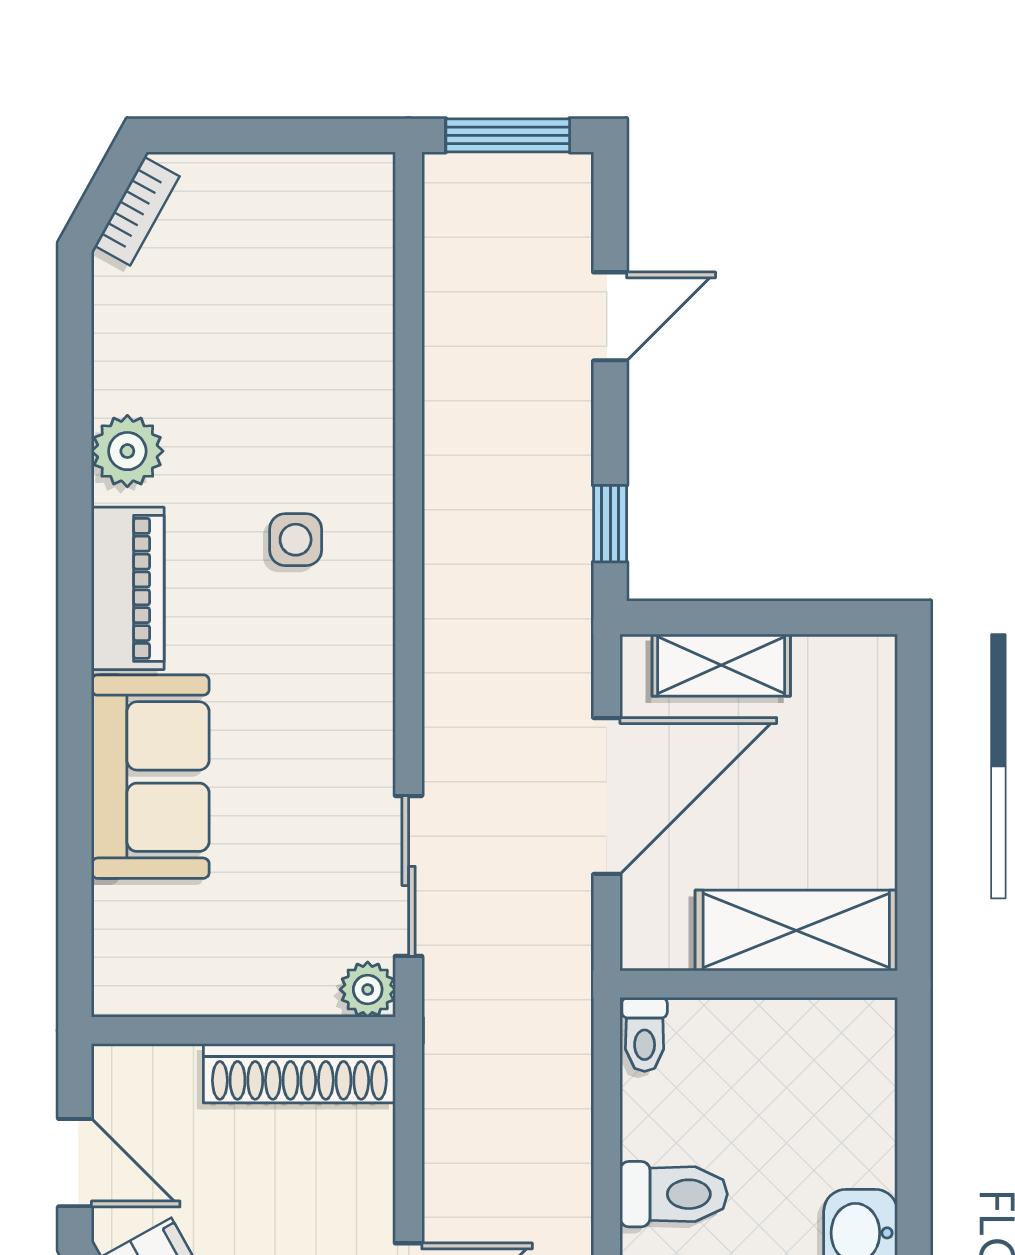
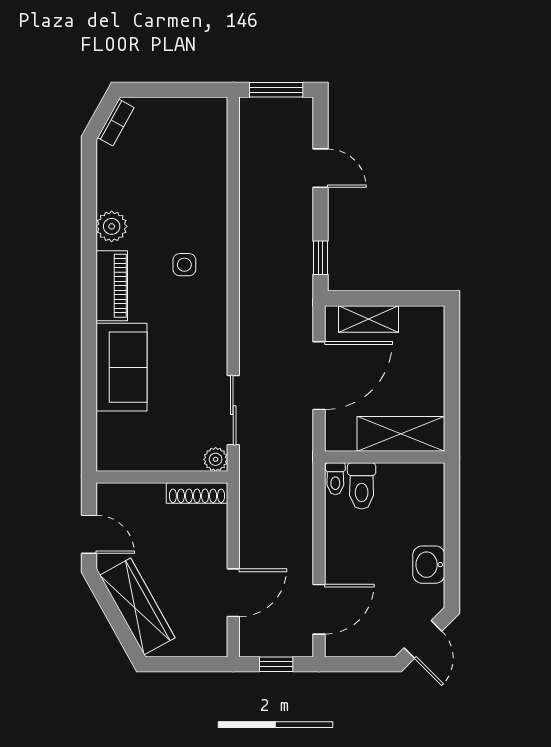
door: (610, 316) -> (320, 168), hinge flipped
shoe rack: (299, 1073) -> (197, 493), width x0.74, depth x0.81
toilet: (674, 1194) -> (362, 486), moved, turned 90

